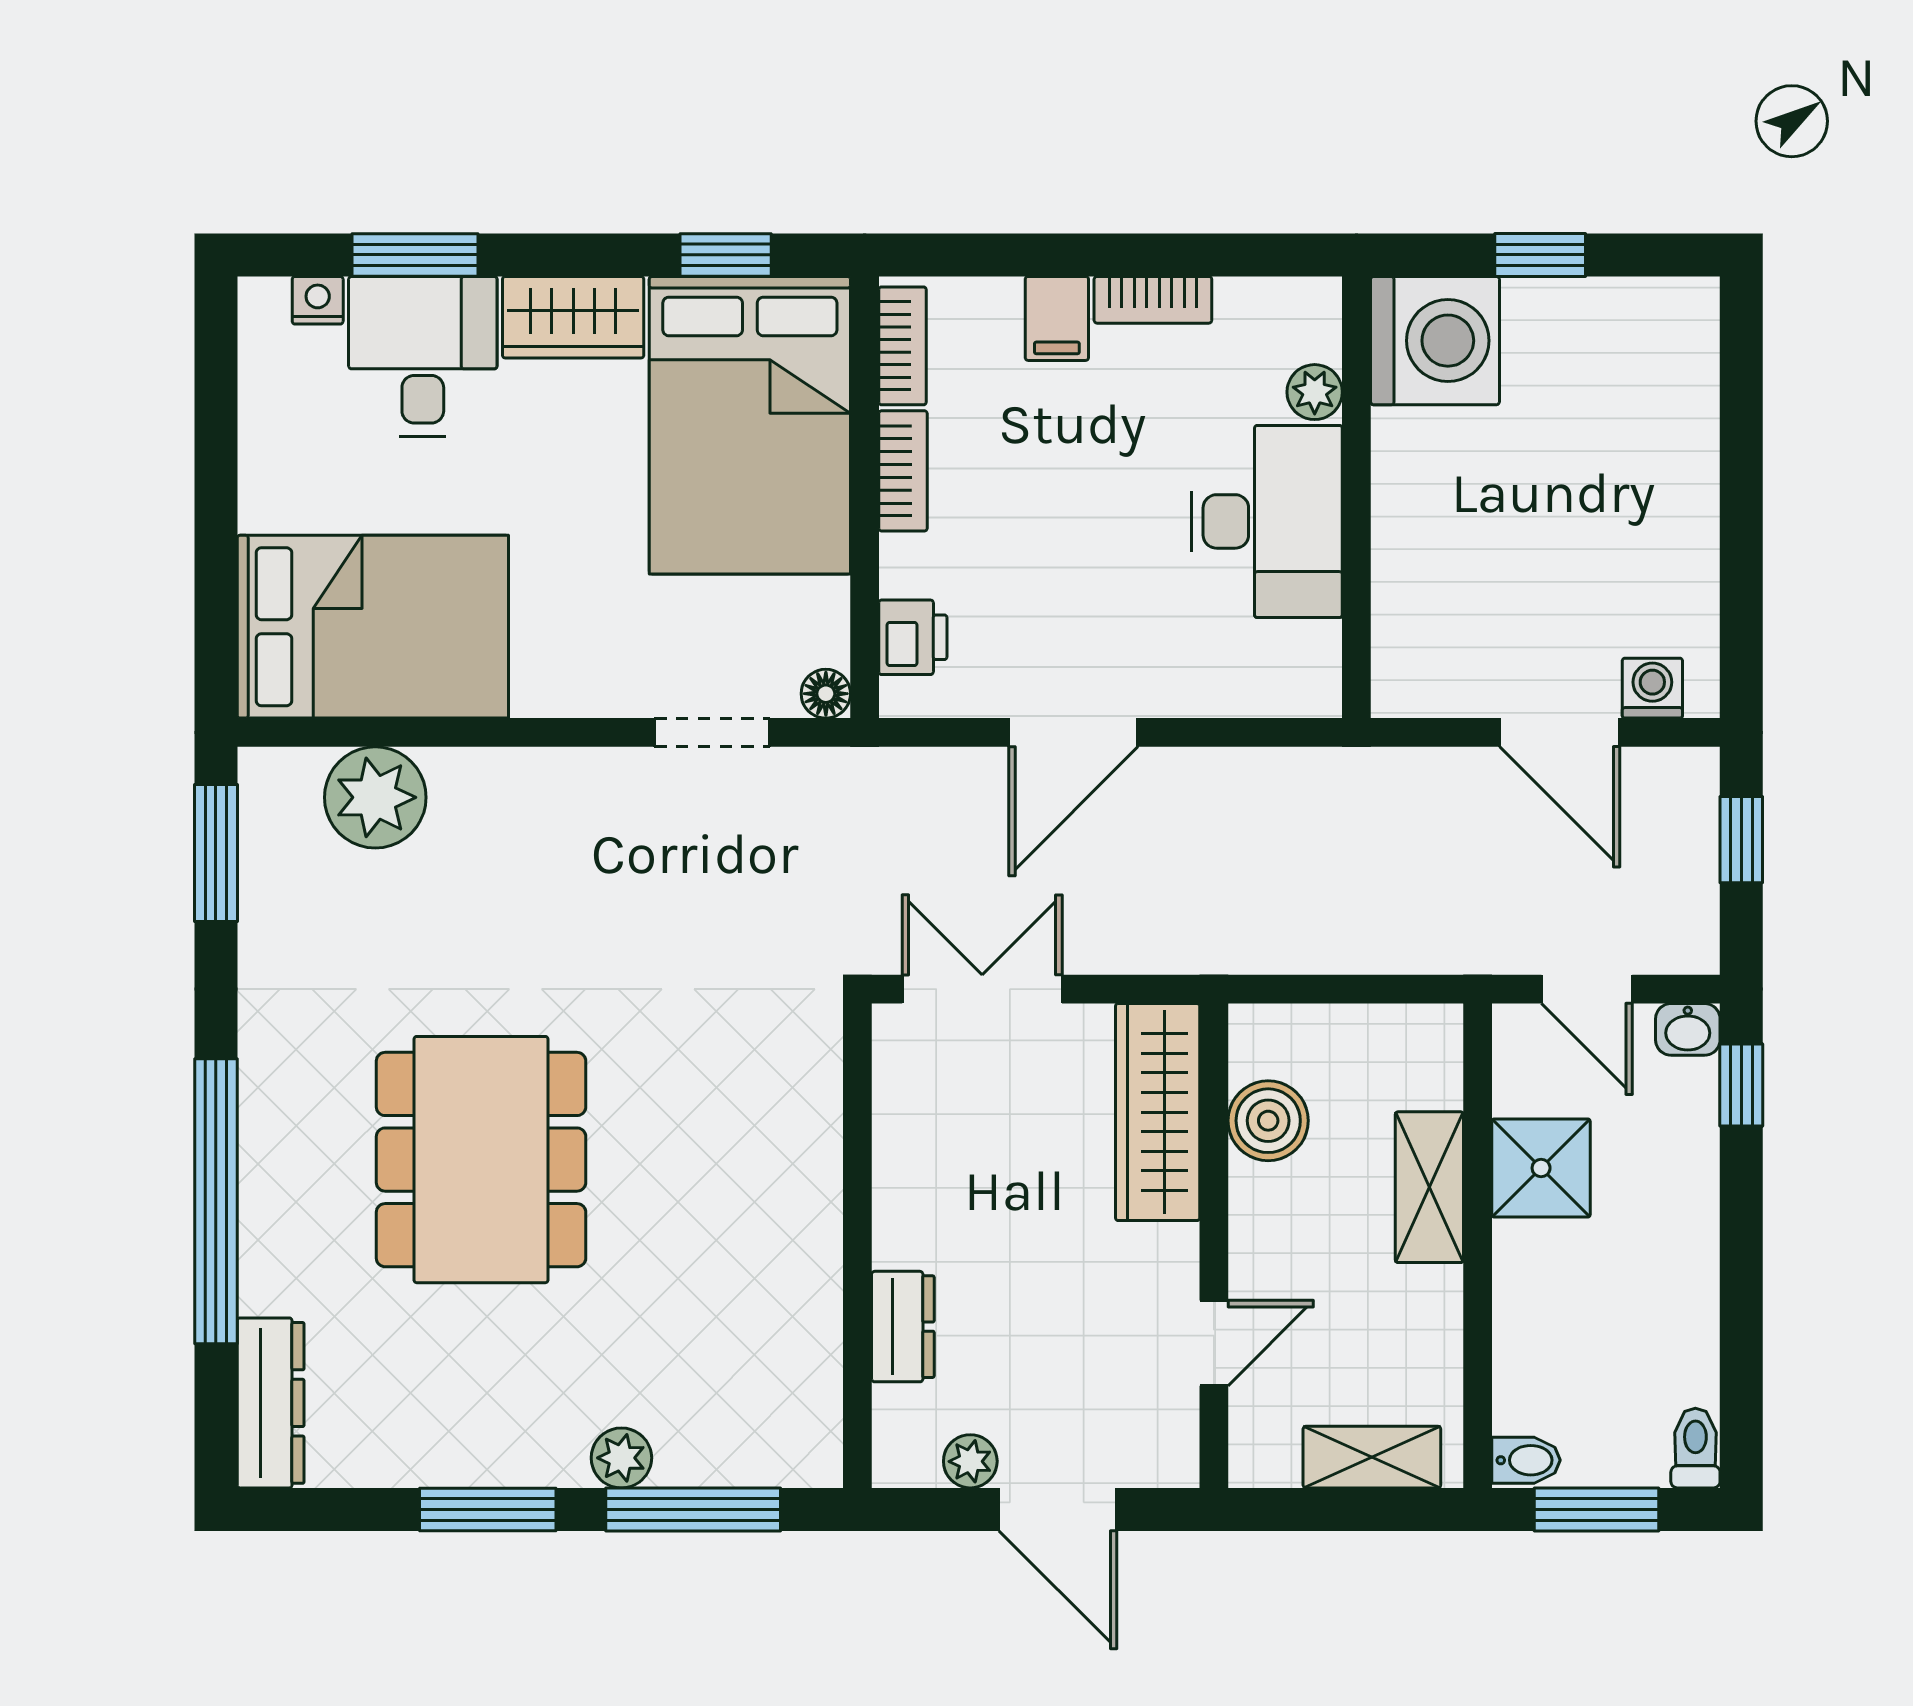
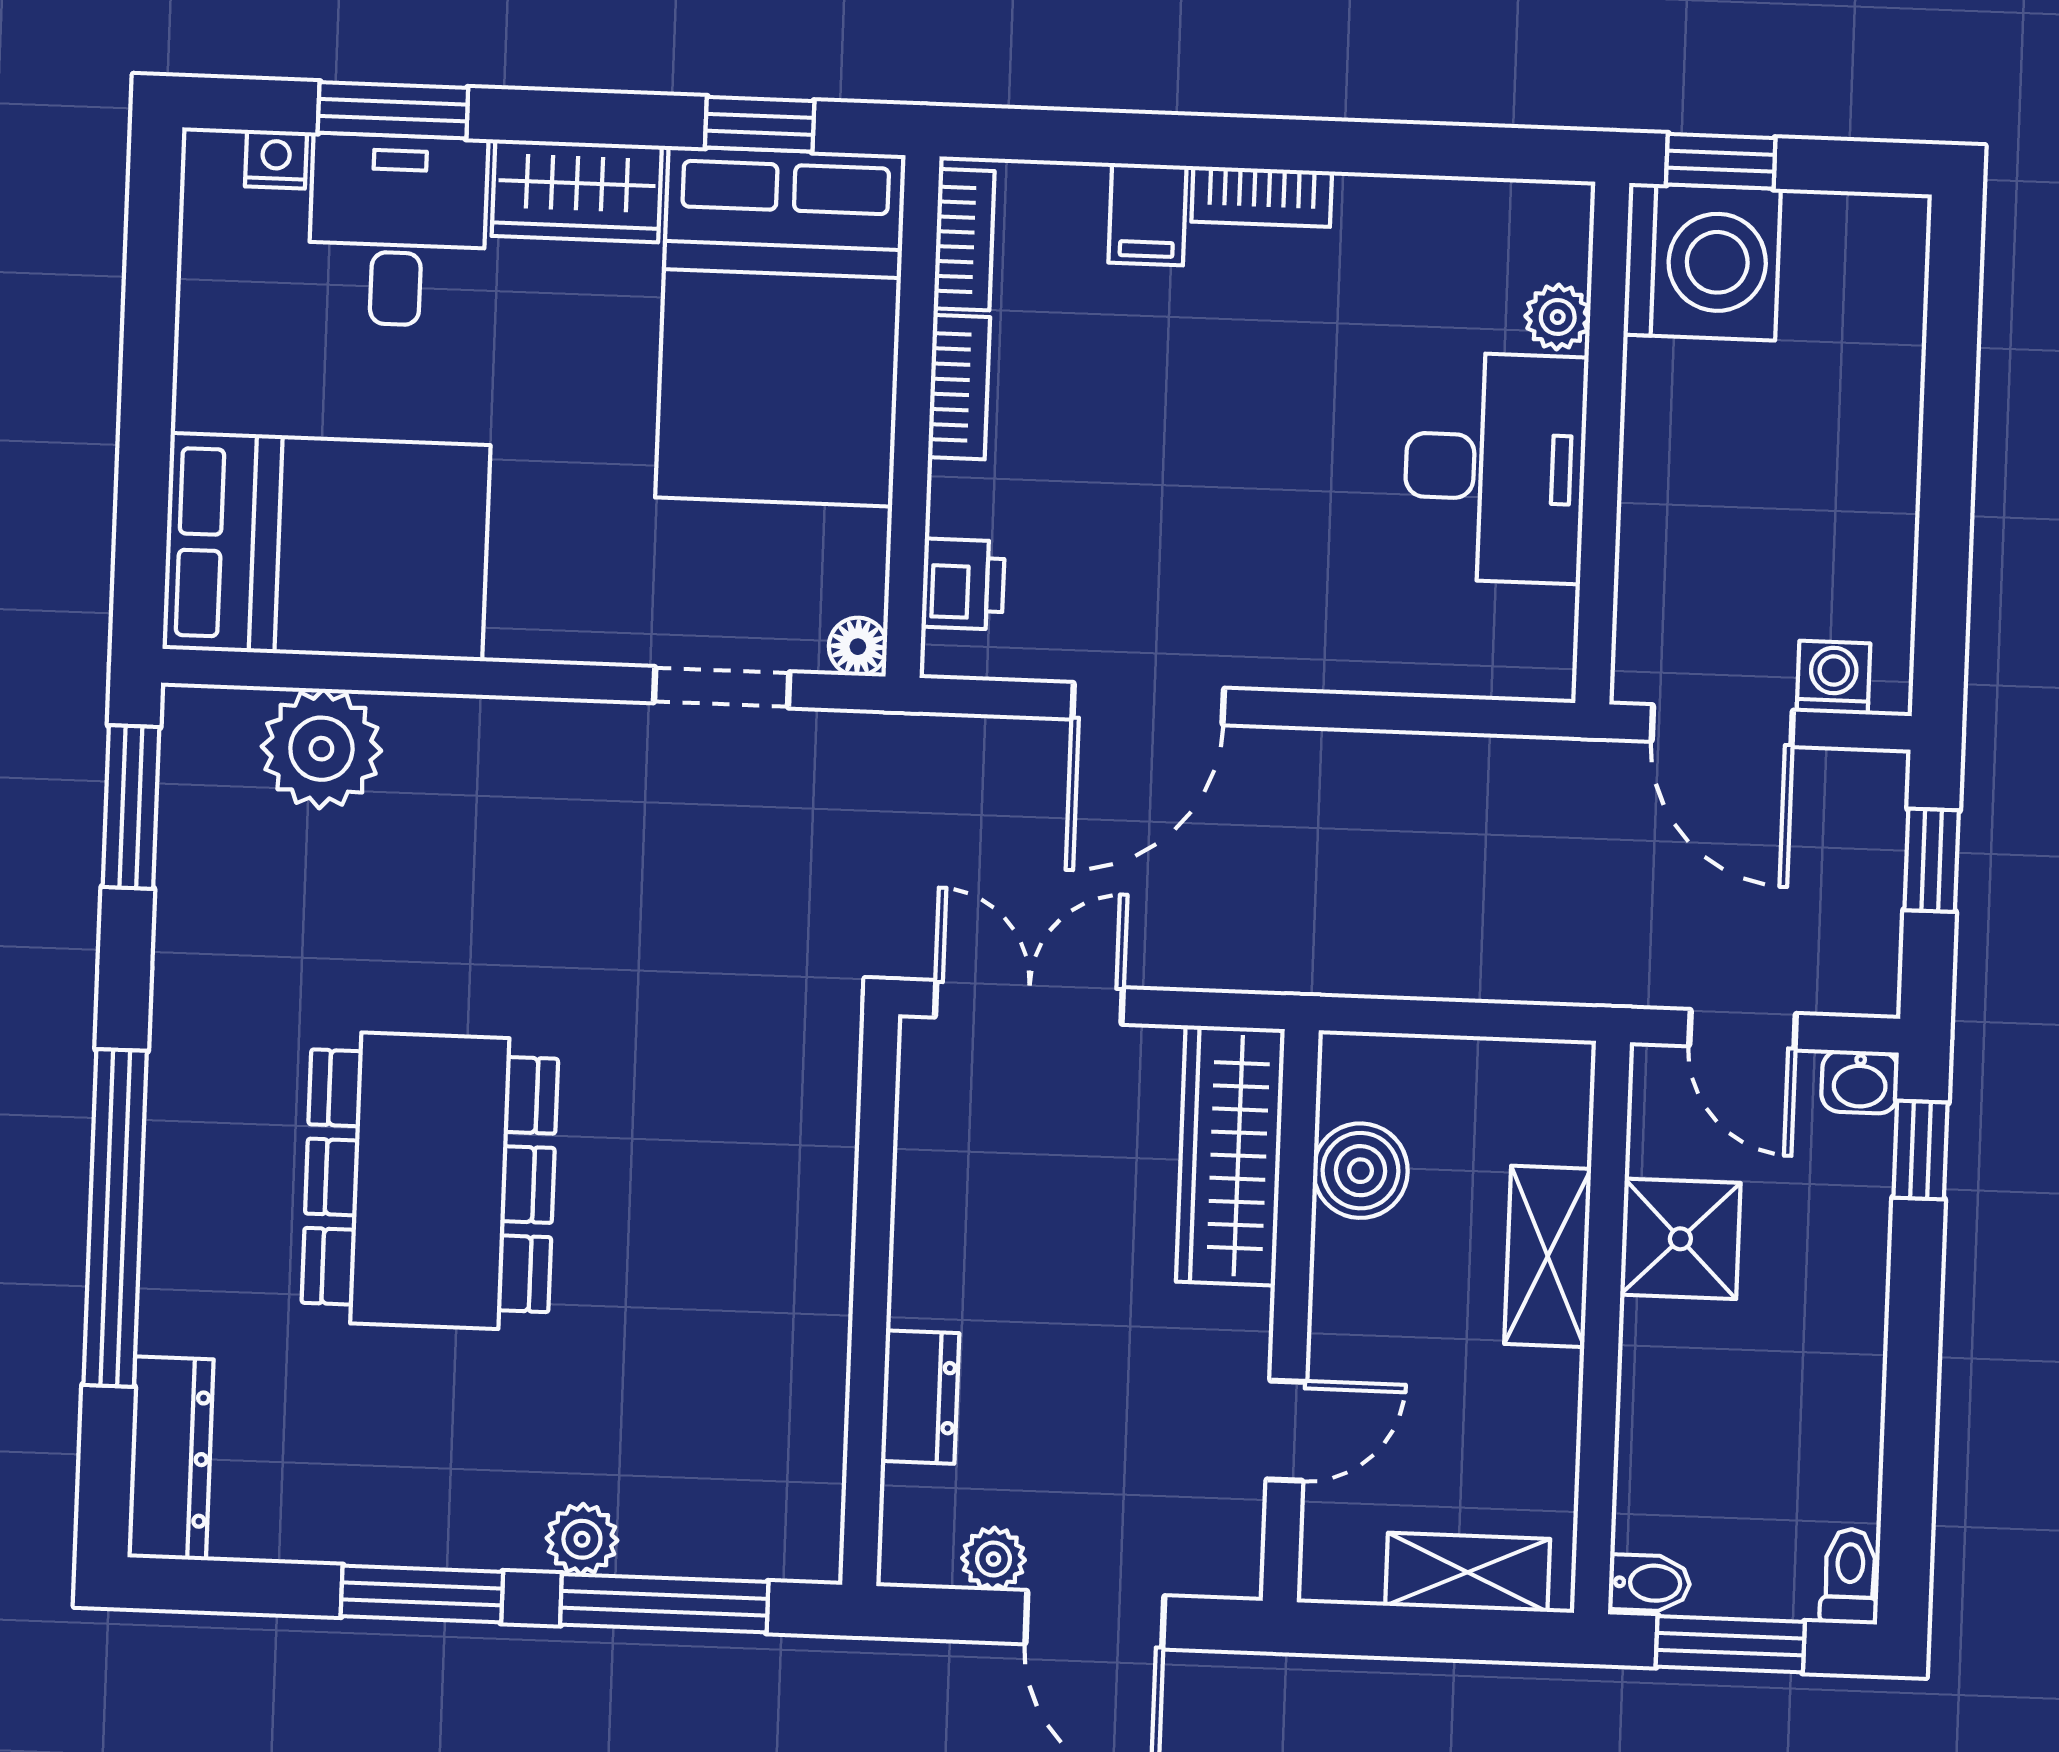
washing machine: (1435, 341) -> (1702, 262), moved
plant: (1315, 392) -> (1558, 317), moved
wall: (1356, 497) -> (1602, 443), moved
desk: (1267, 521) -> (1495, 468), moved

